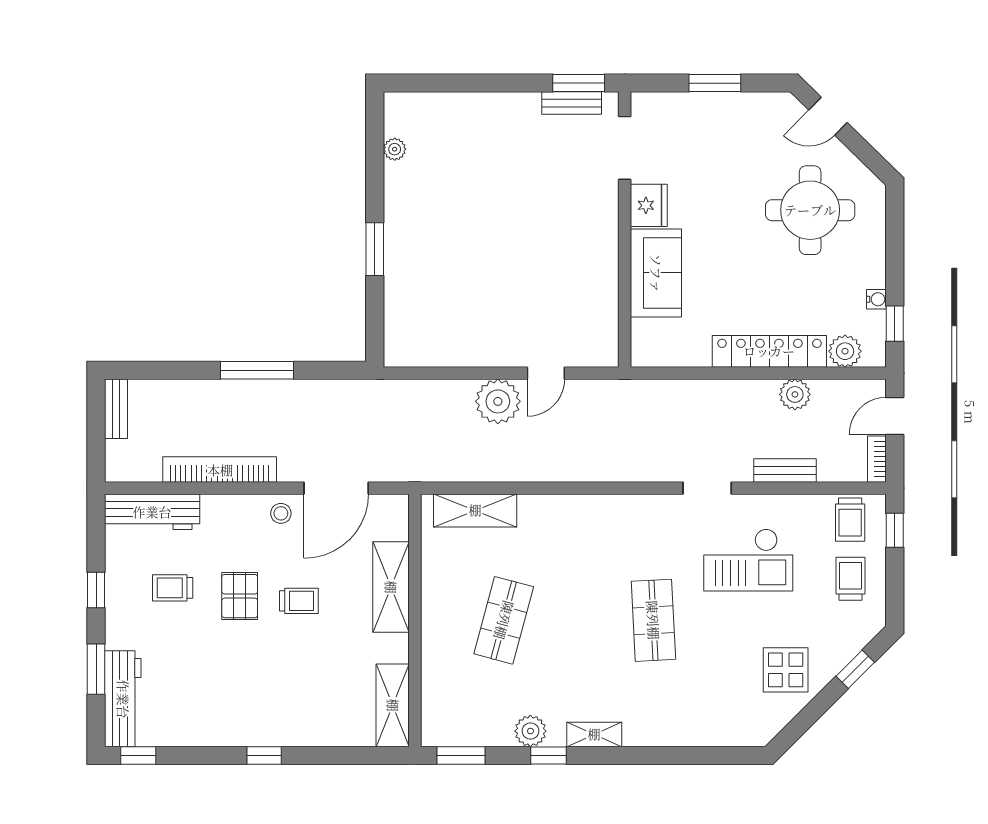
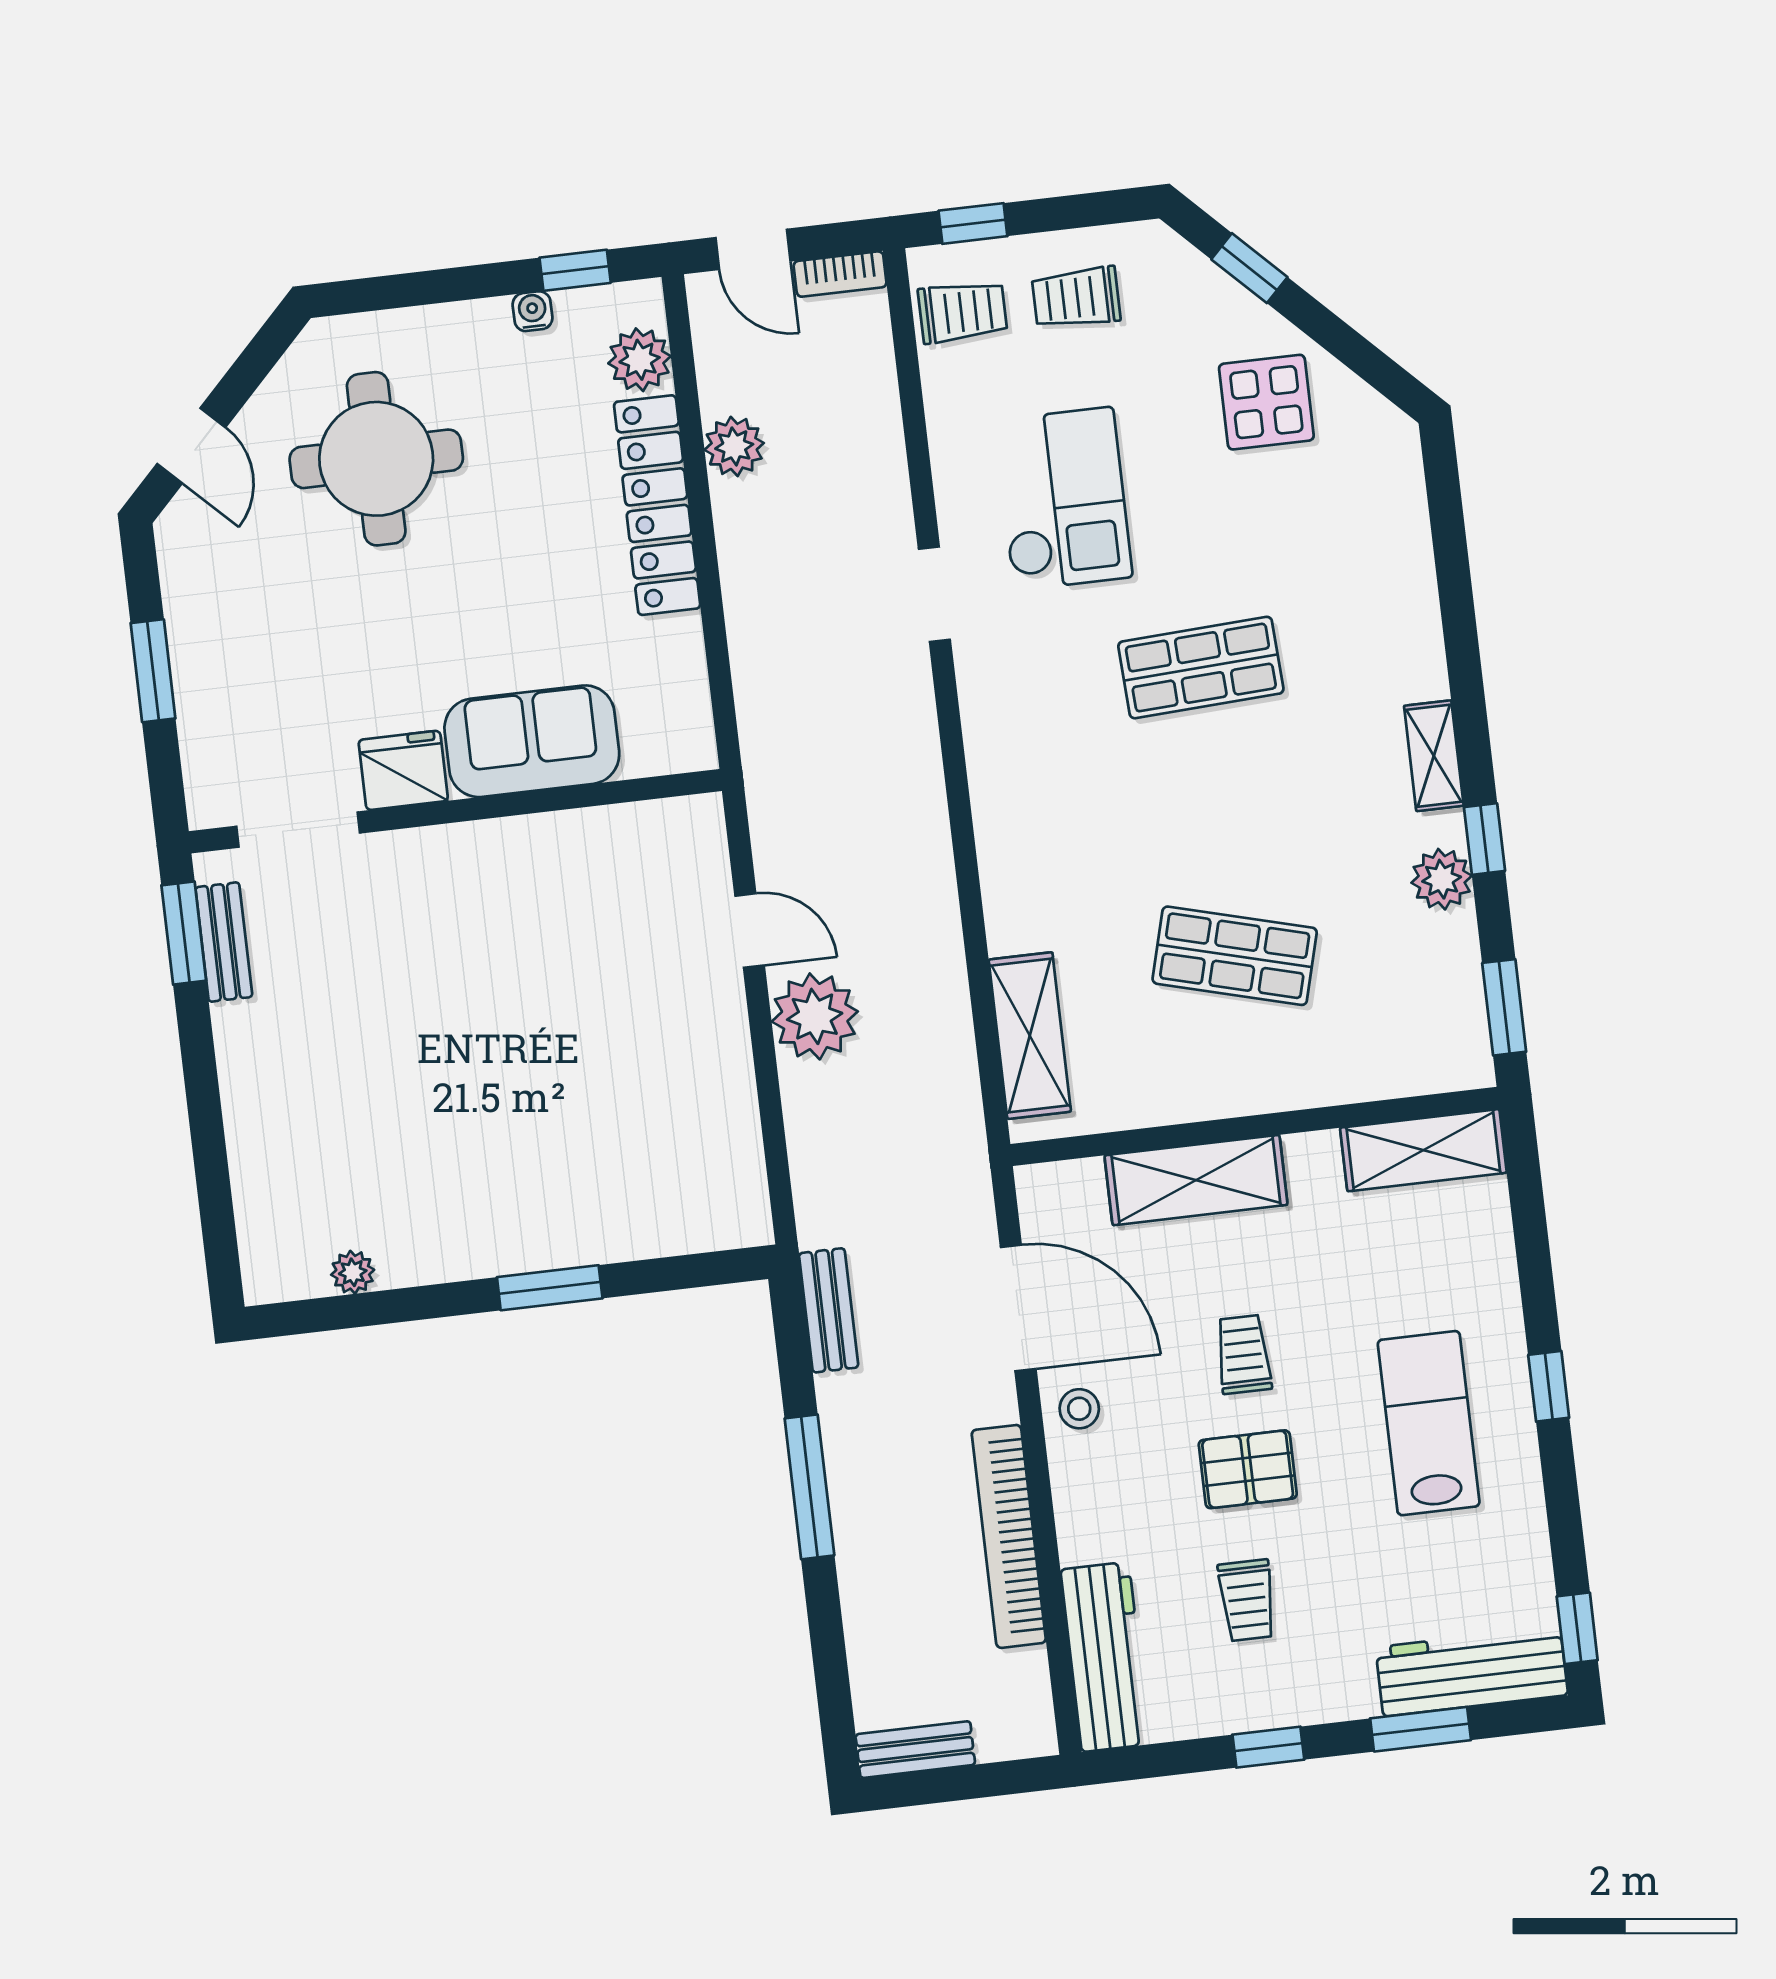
bench: (785, 471) -> (829, 1310), moved
lab bench: (252, 692) -> (1429, 1423), added

